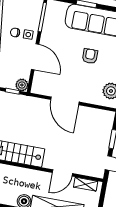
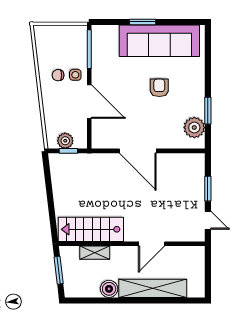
plant: (22, 85) -> (65, 141), moved
shelving: (86, 184) -> (95, 253), moved

